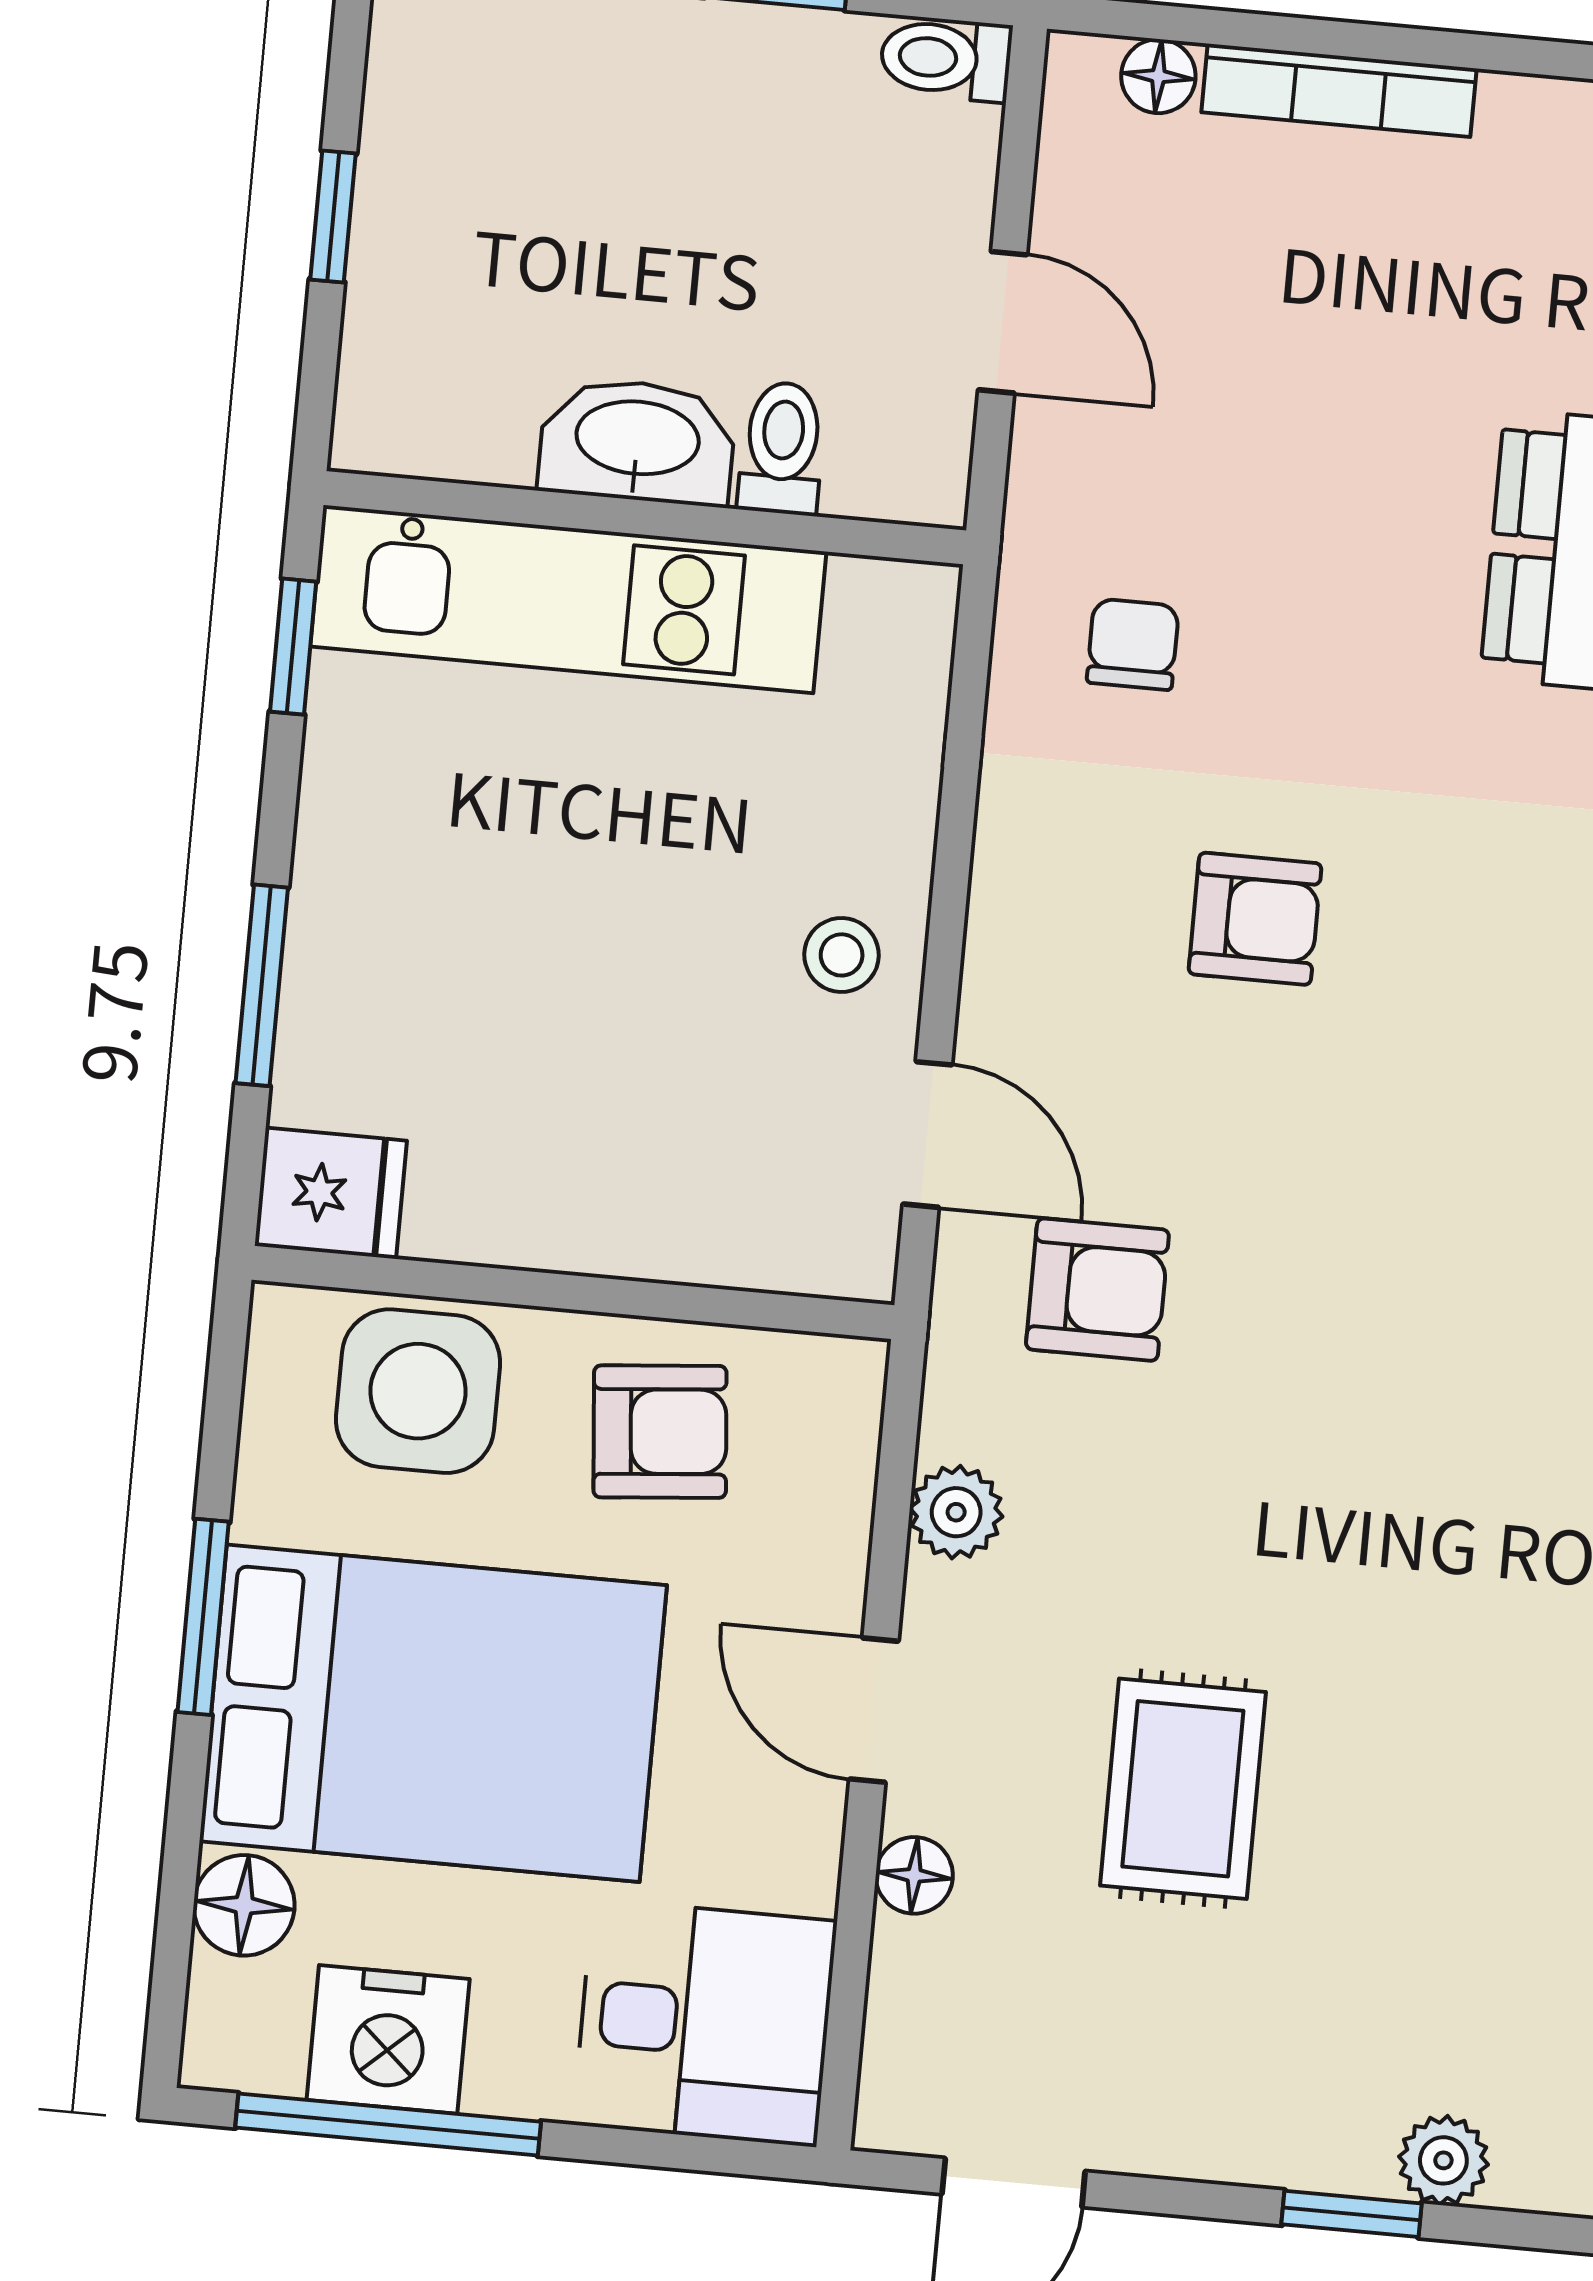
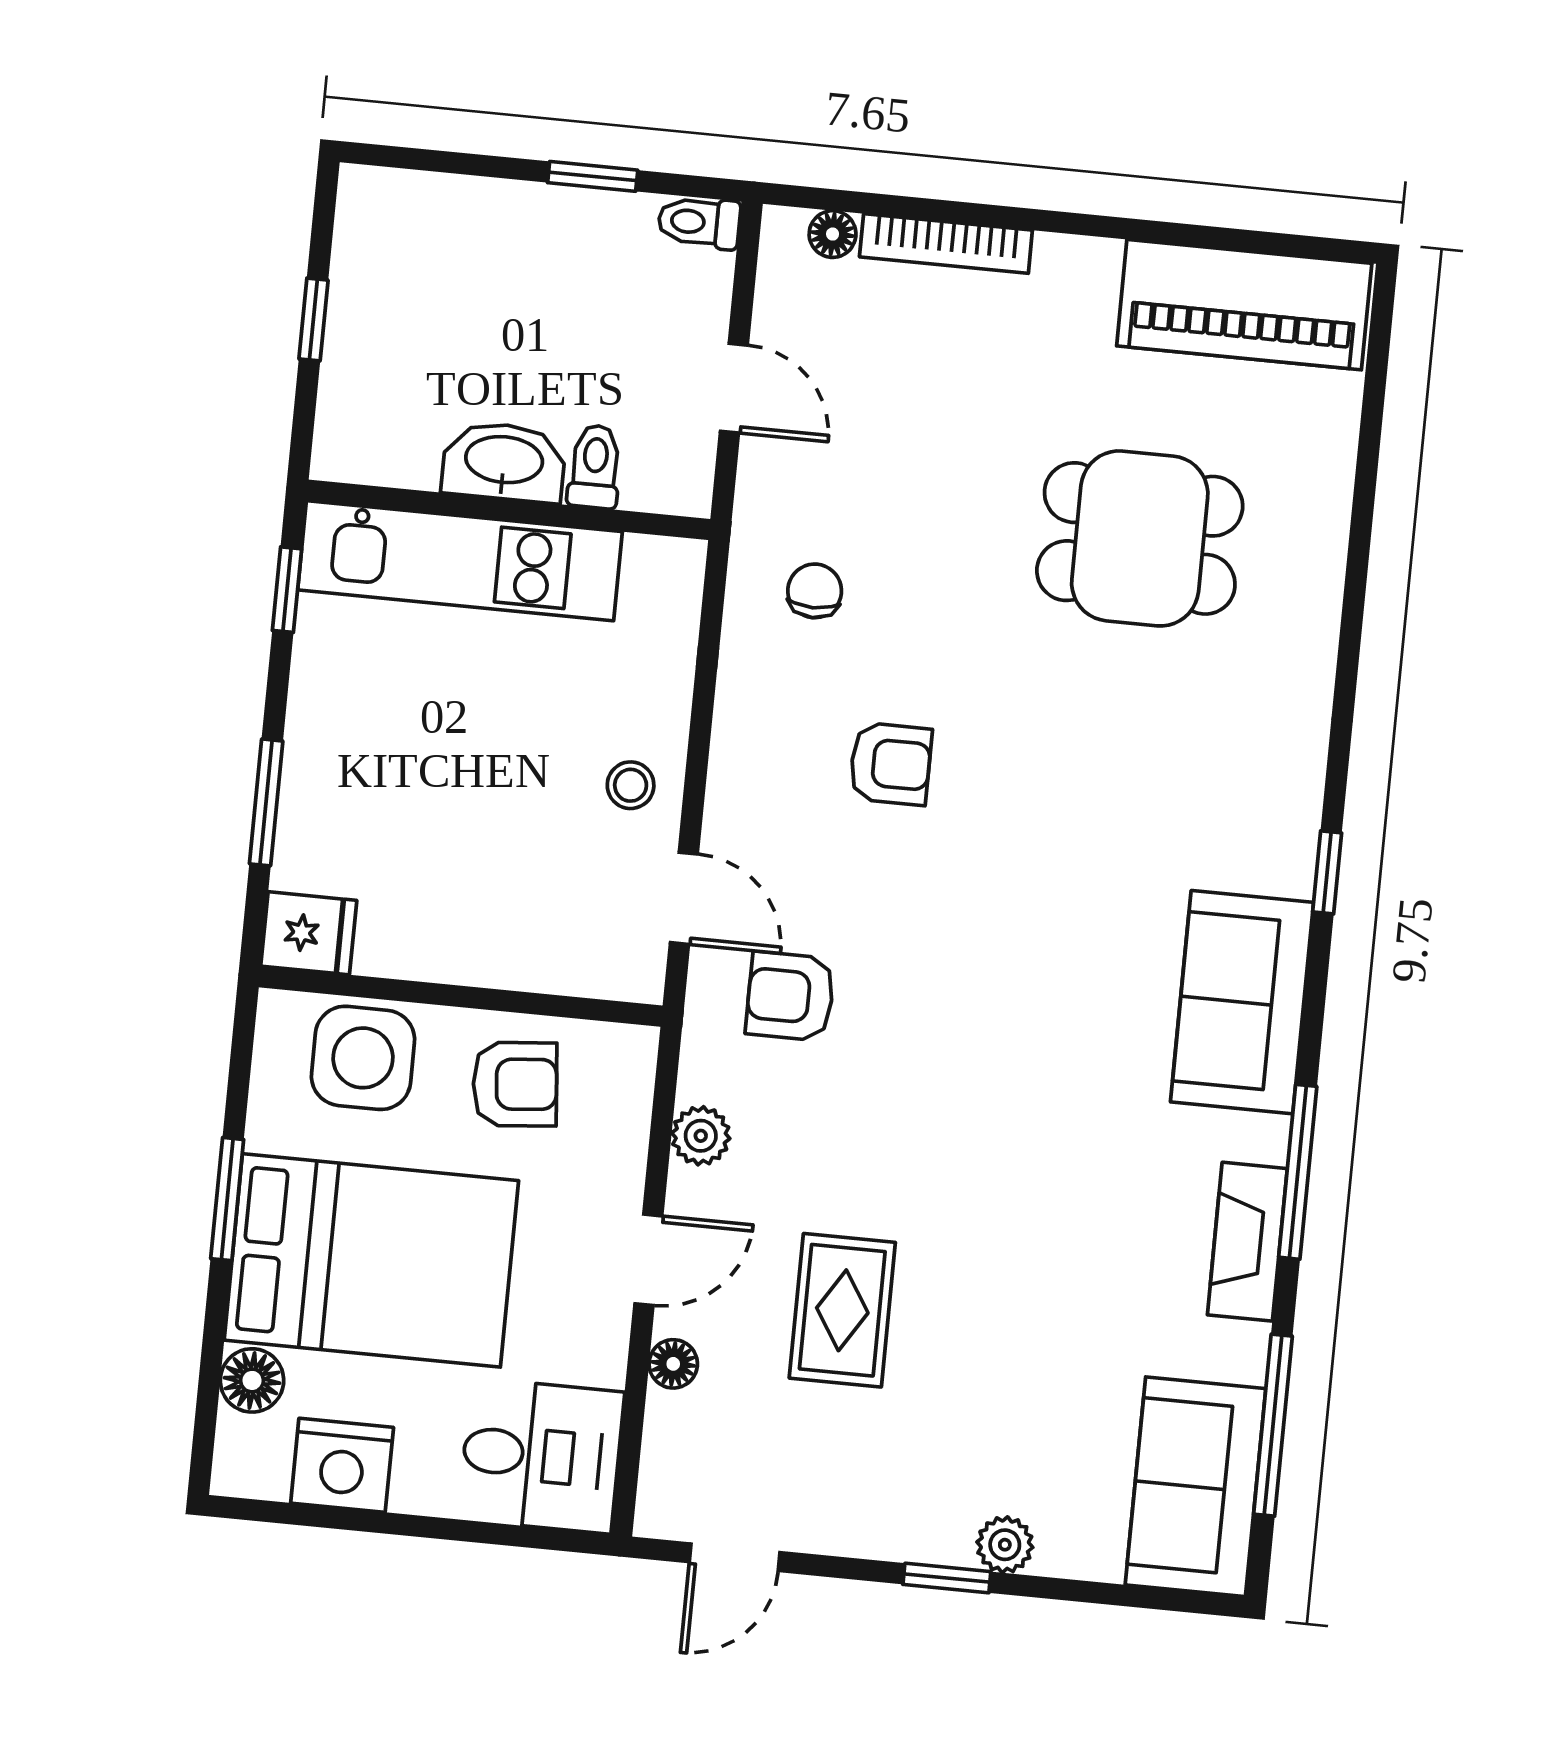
armchair: (1097, 1290) -> (790, 996), turned 180
door: (874, 1710) -> (648, 1260), swing flipped
window: (388, 2125) -> (342, 1519), removed

